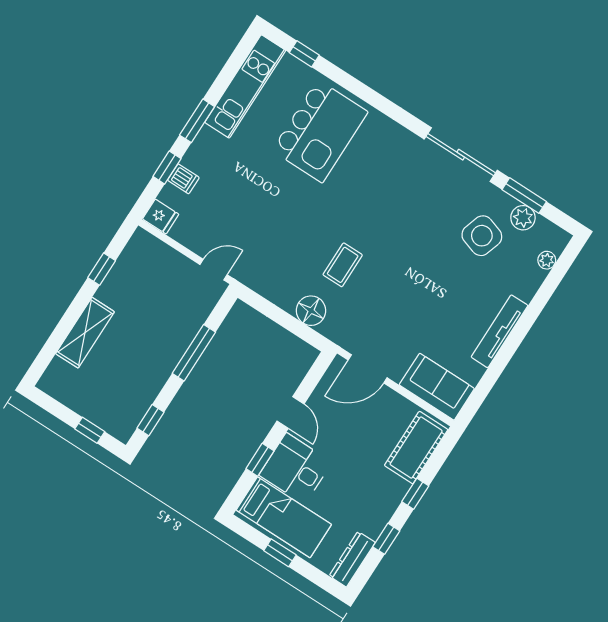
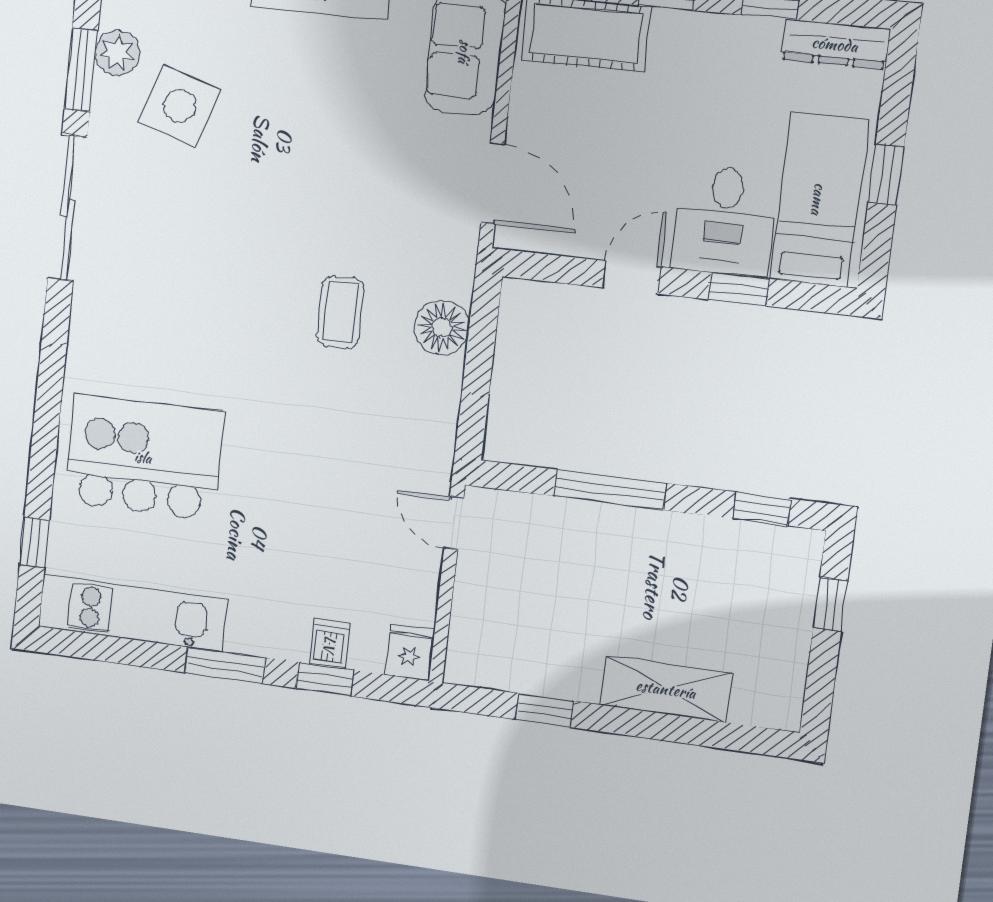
coffee table: (343, 265) -> (340, 312), turned 90

